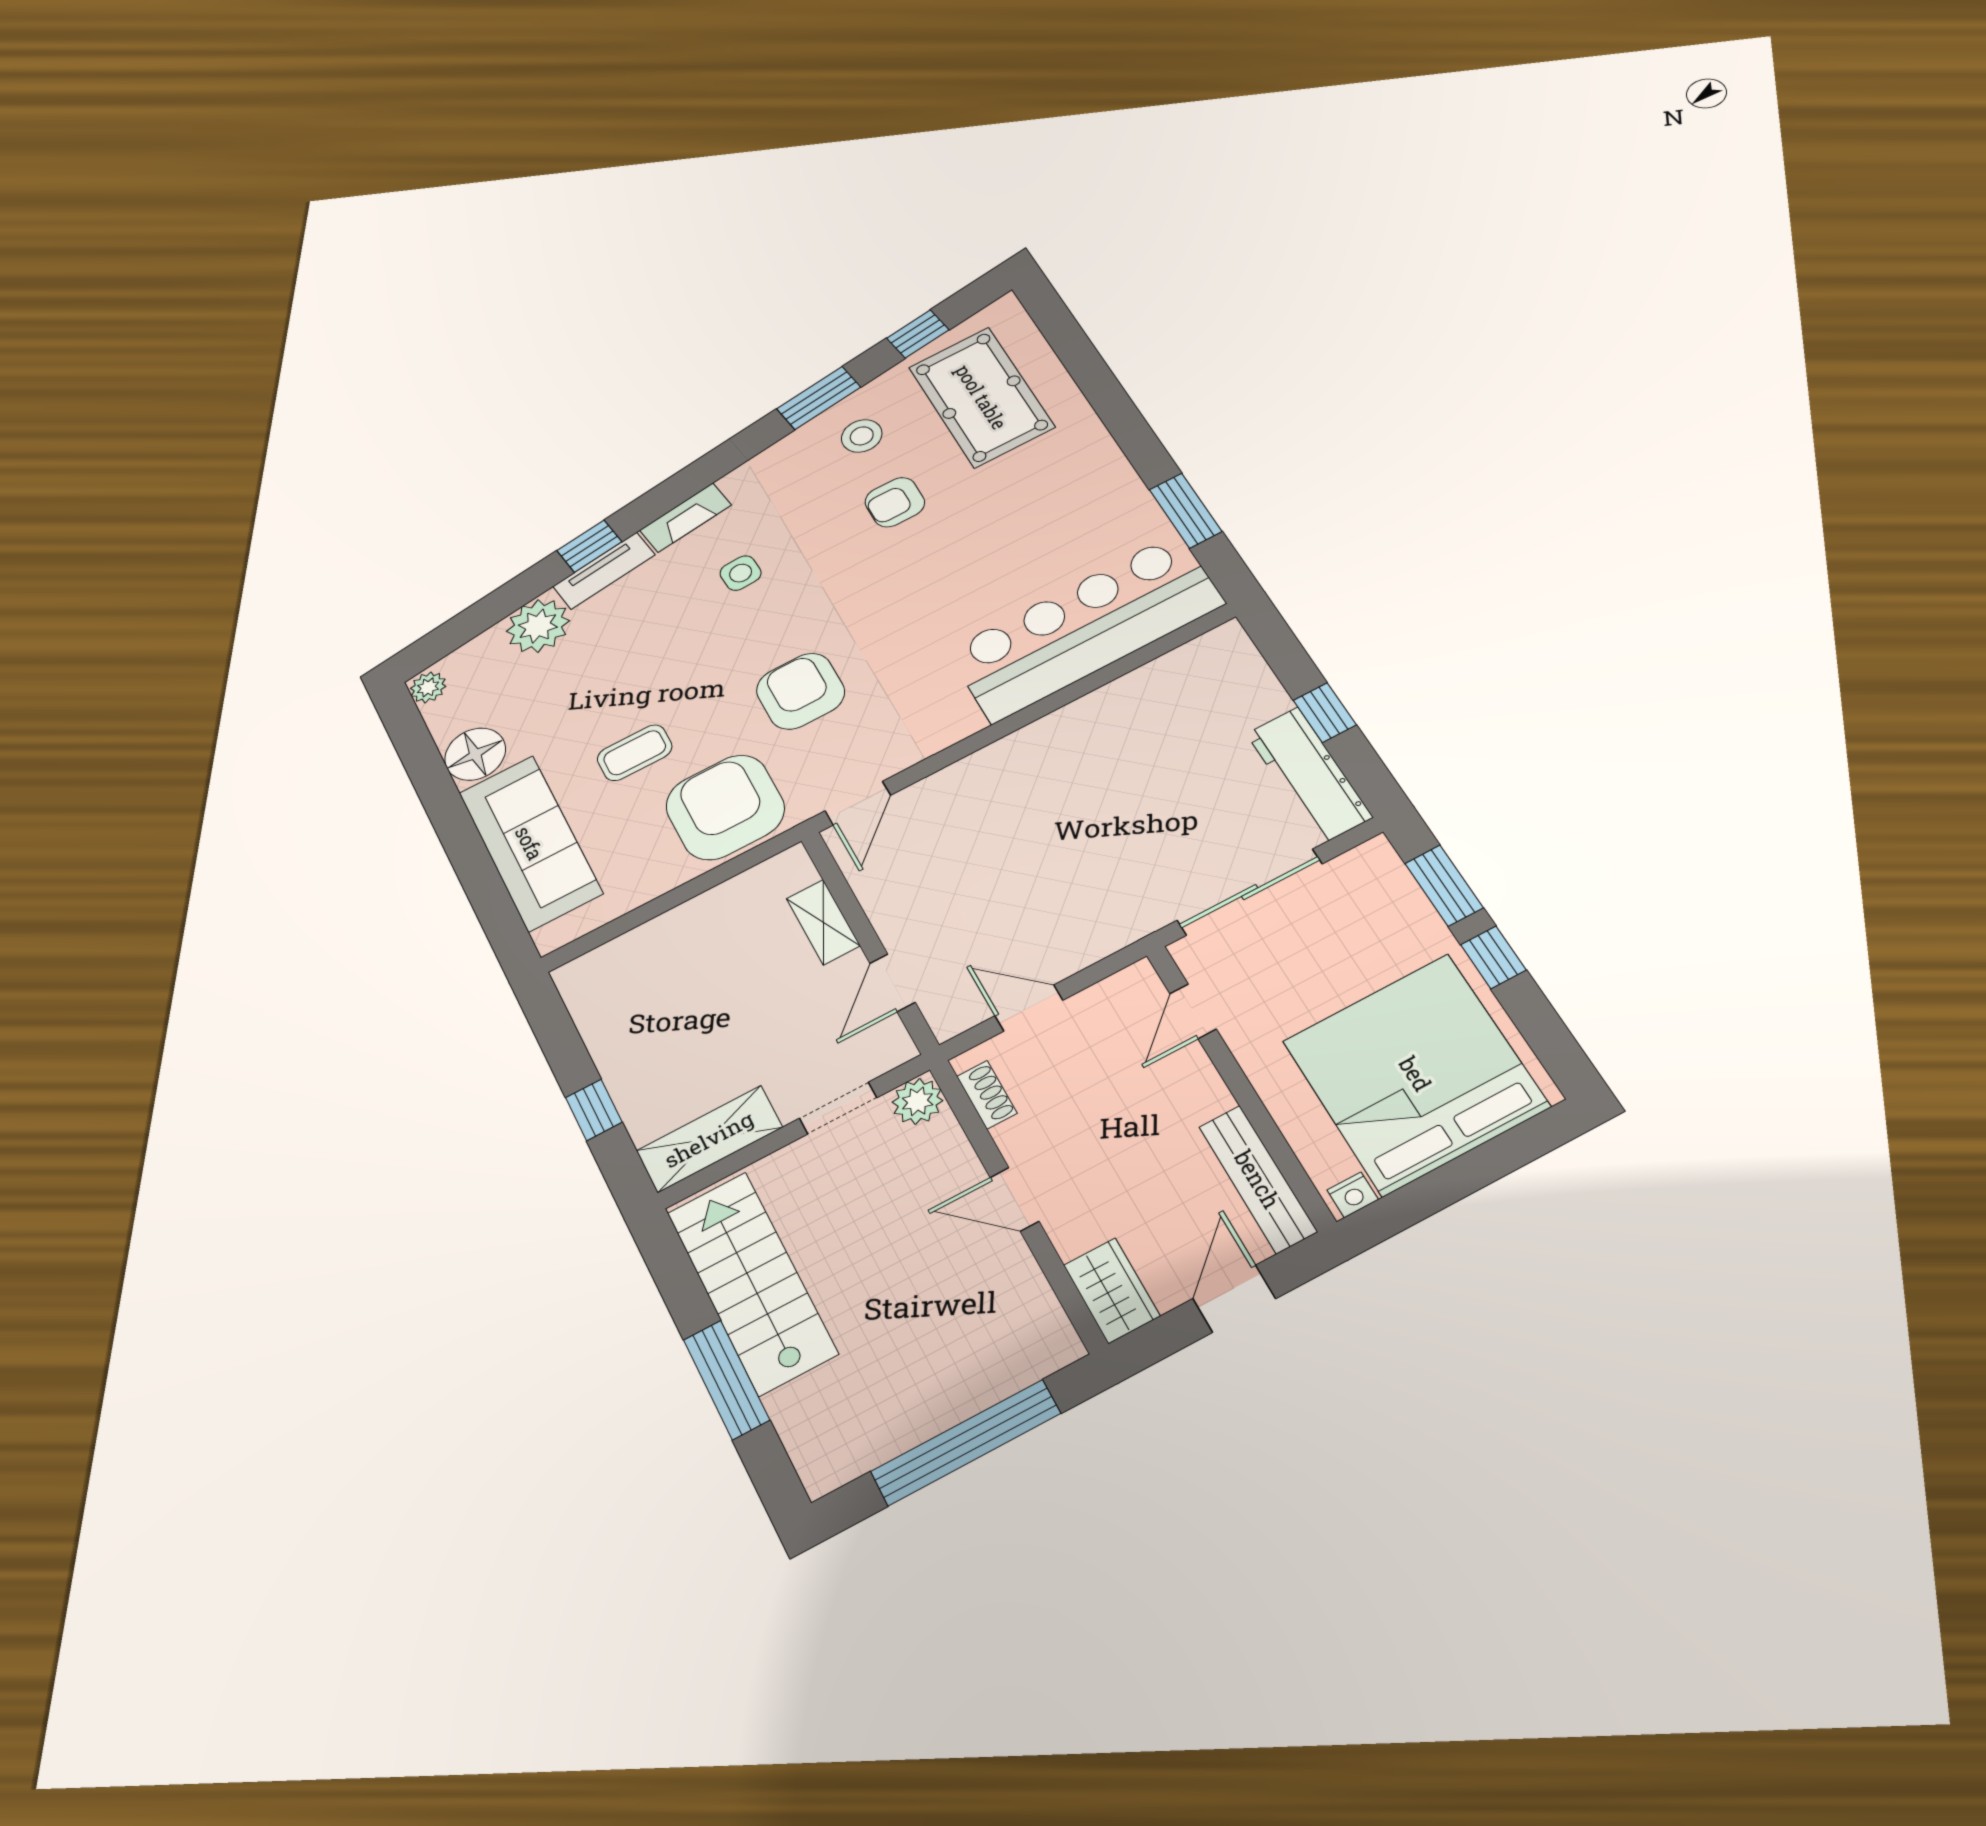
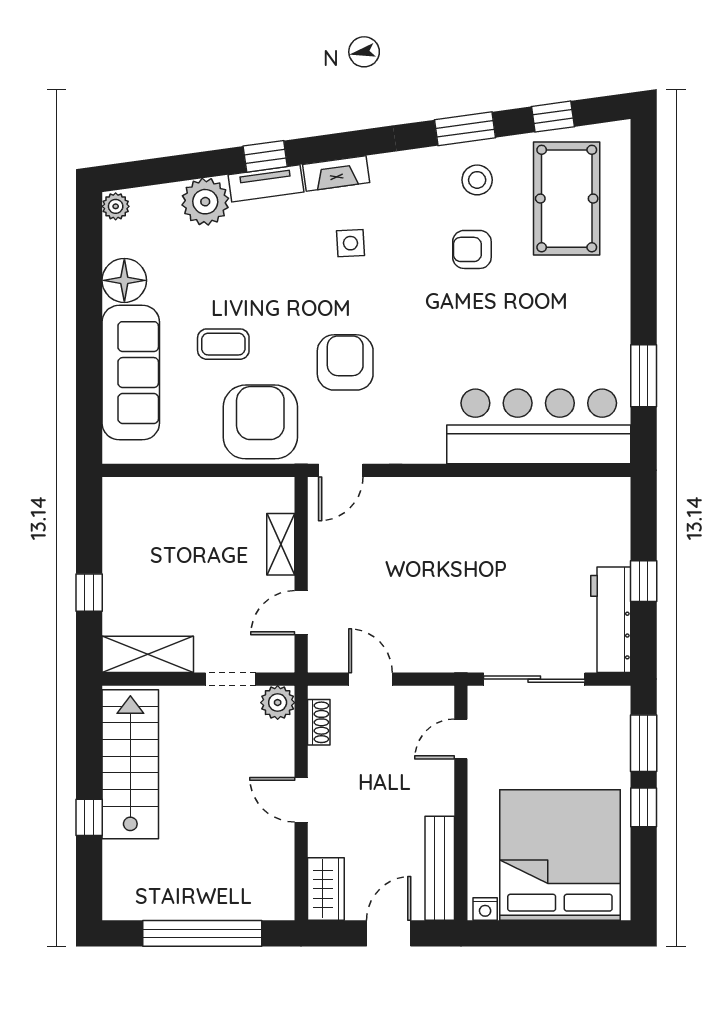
window: (726, 1380) -> (89, 817), width x0.46

